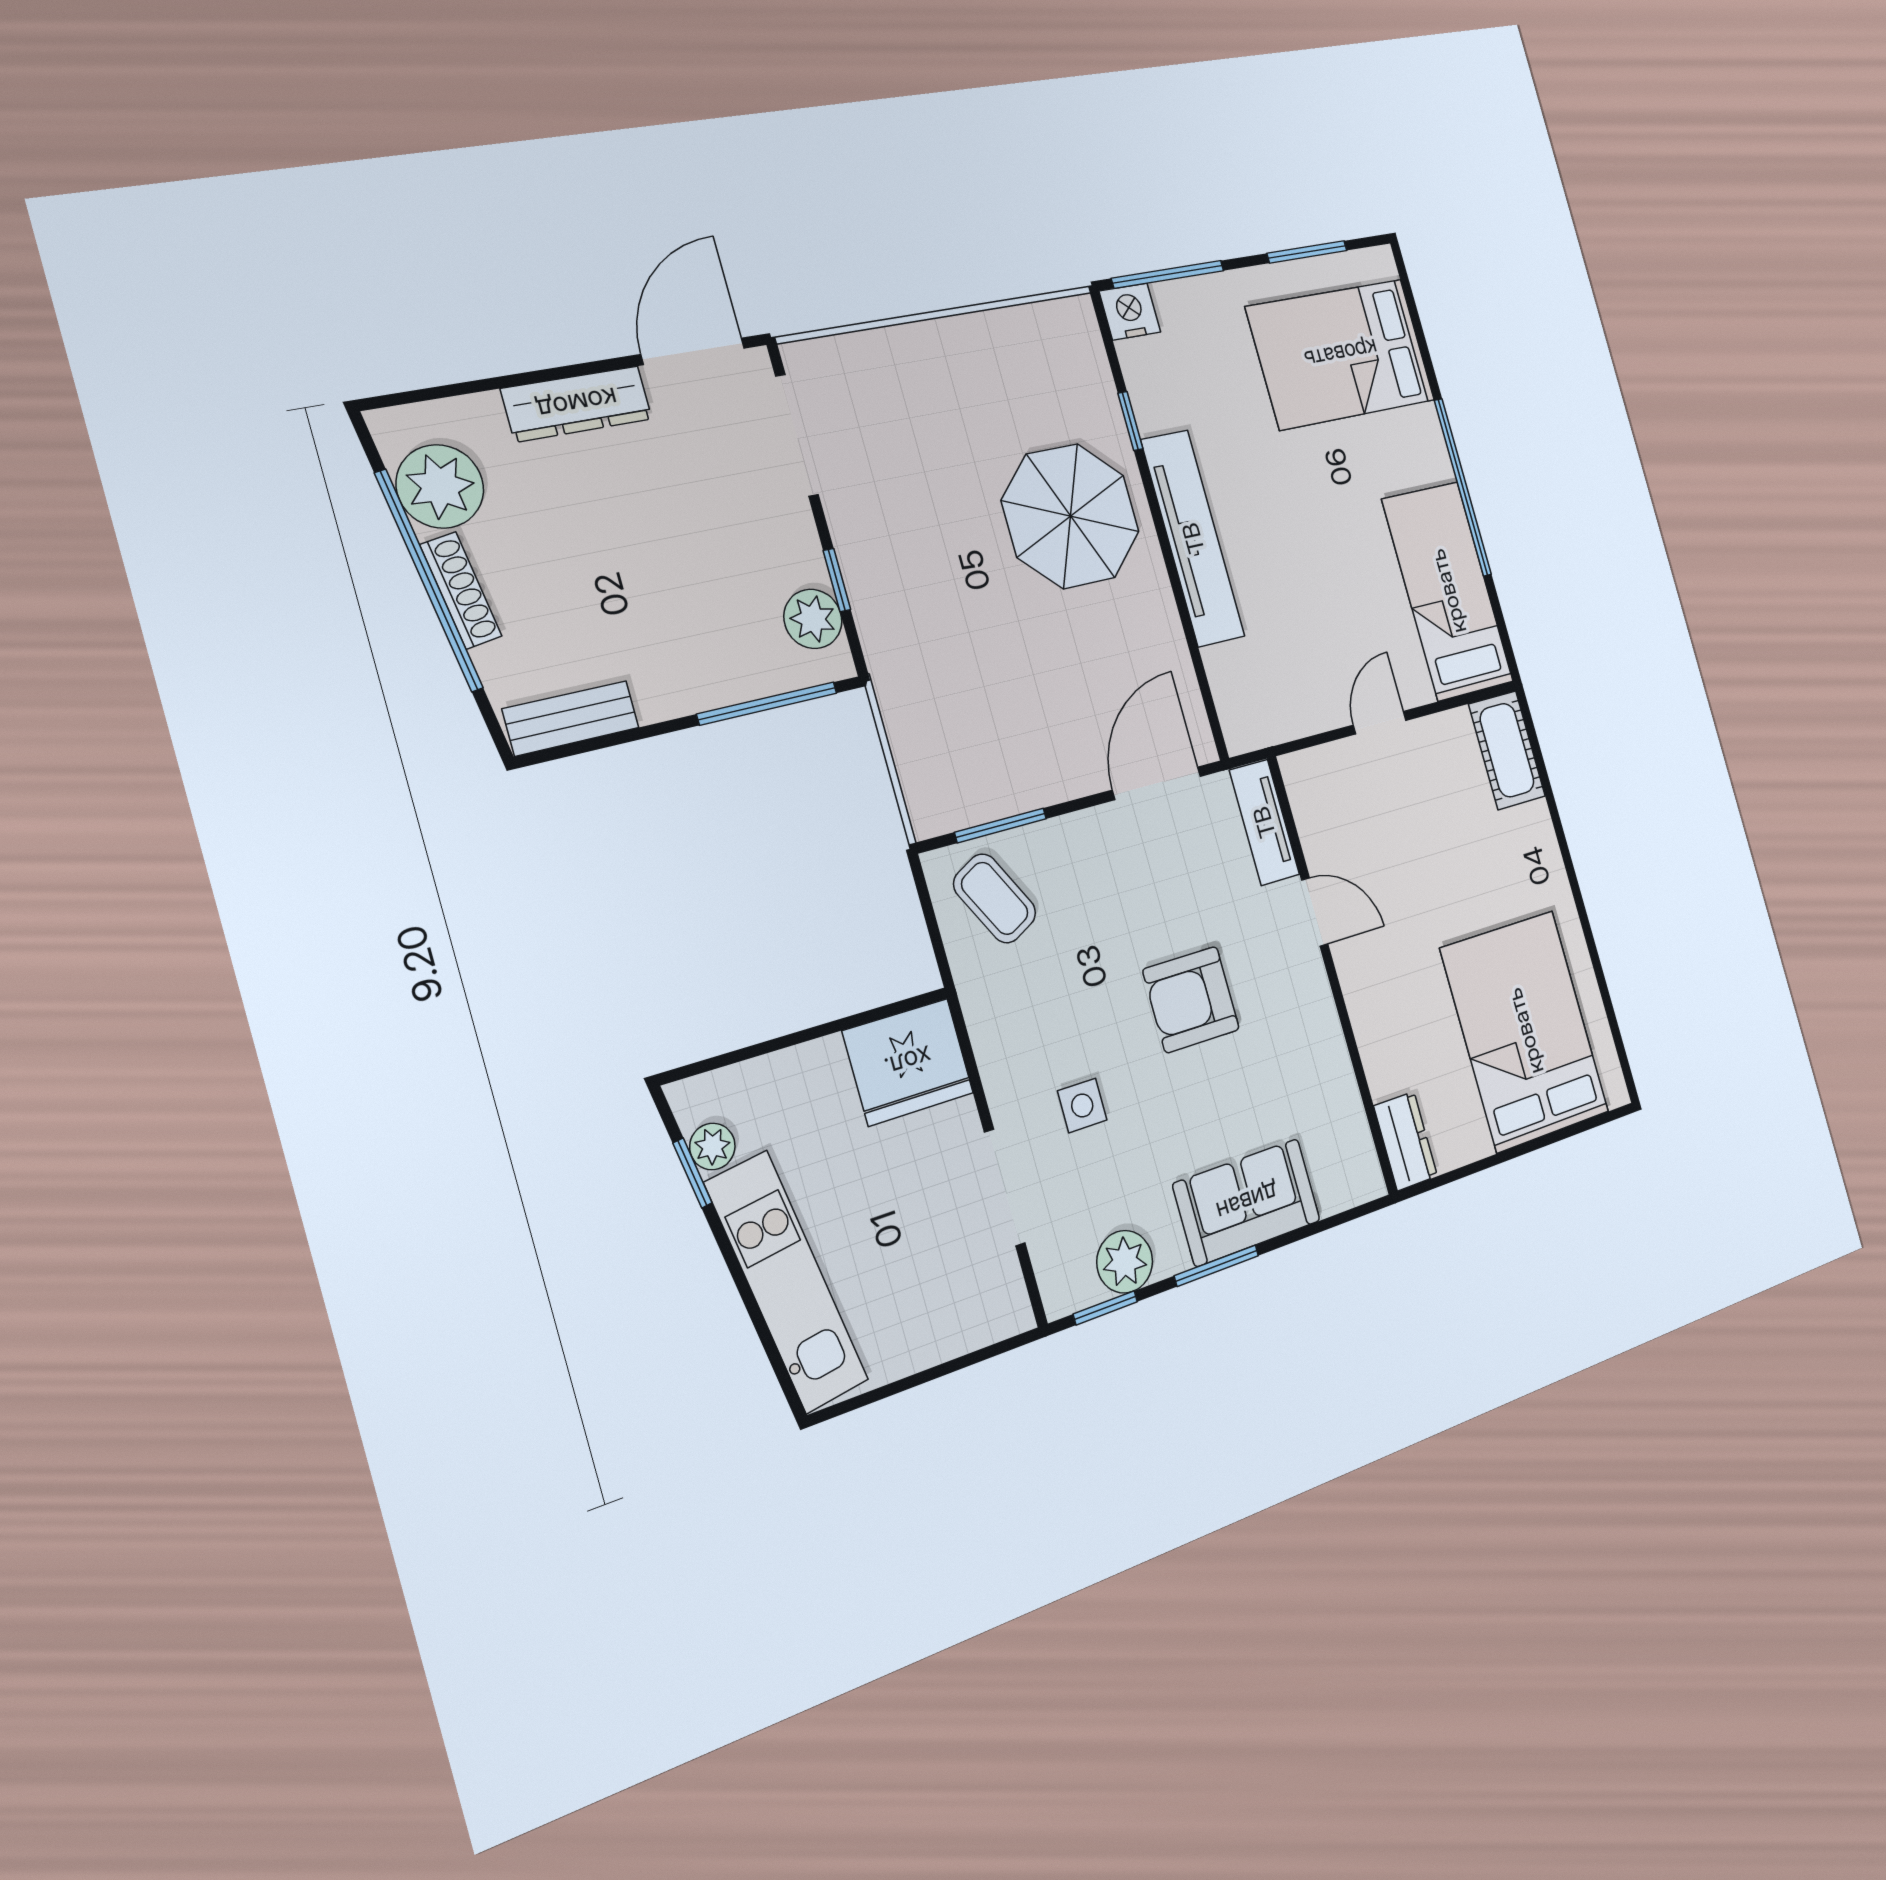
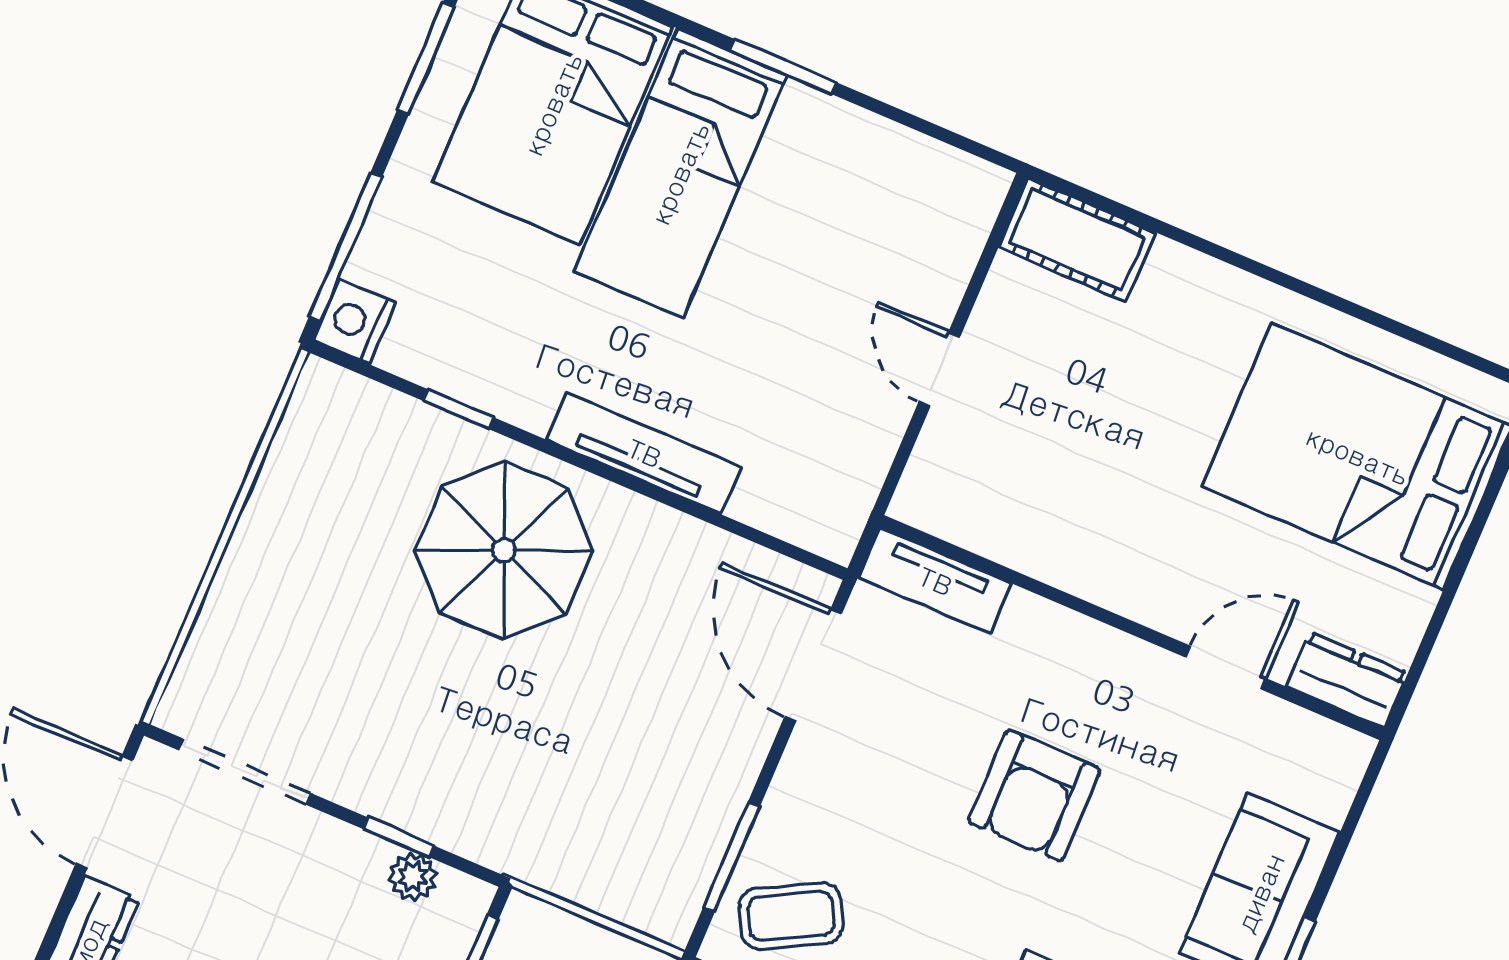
window: (1463, 487) -> (783, 67), width x0.47
tv unit: (1193, 538) -> (644, 453), width x0.73, depth x0.78
bed: (1448, 591) -> (680, 173), moved, turned -90
plant: (813, 619) -> (413, 877), width x0.73, depth x0.73
door: (1315, 912) -> (1226, 668), moved

